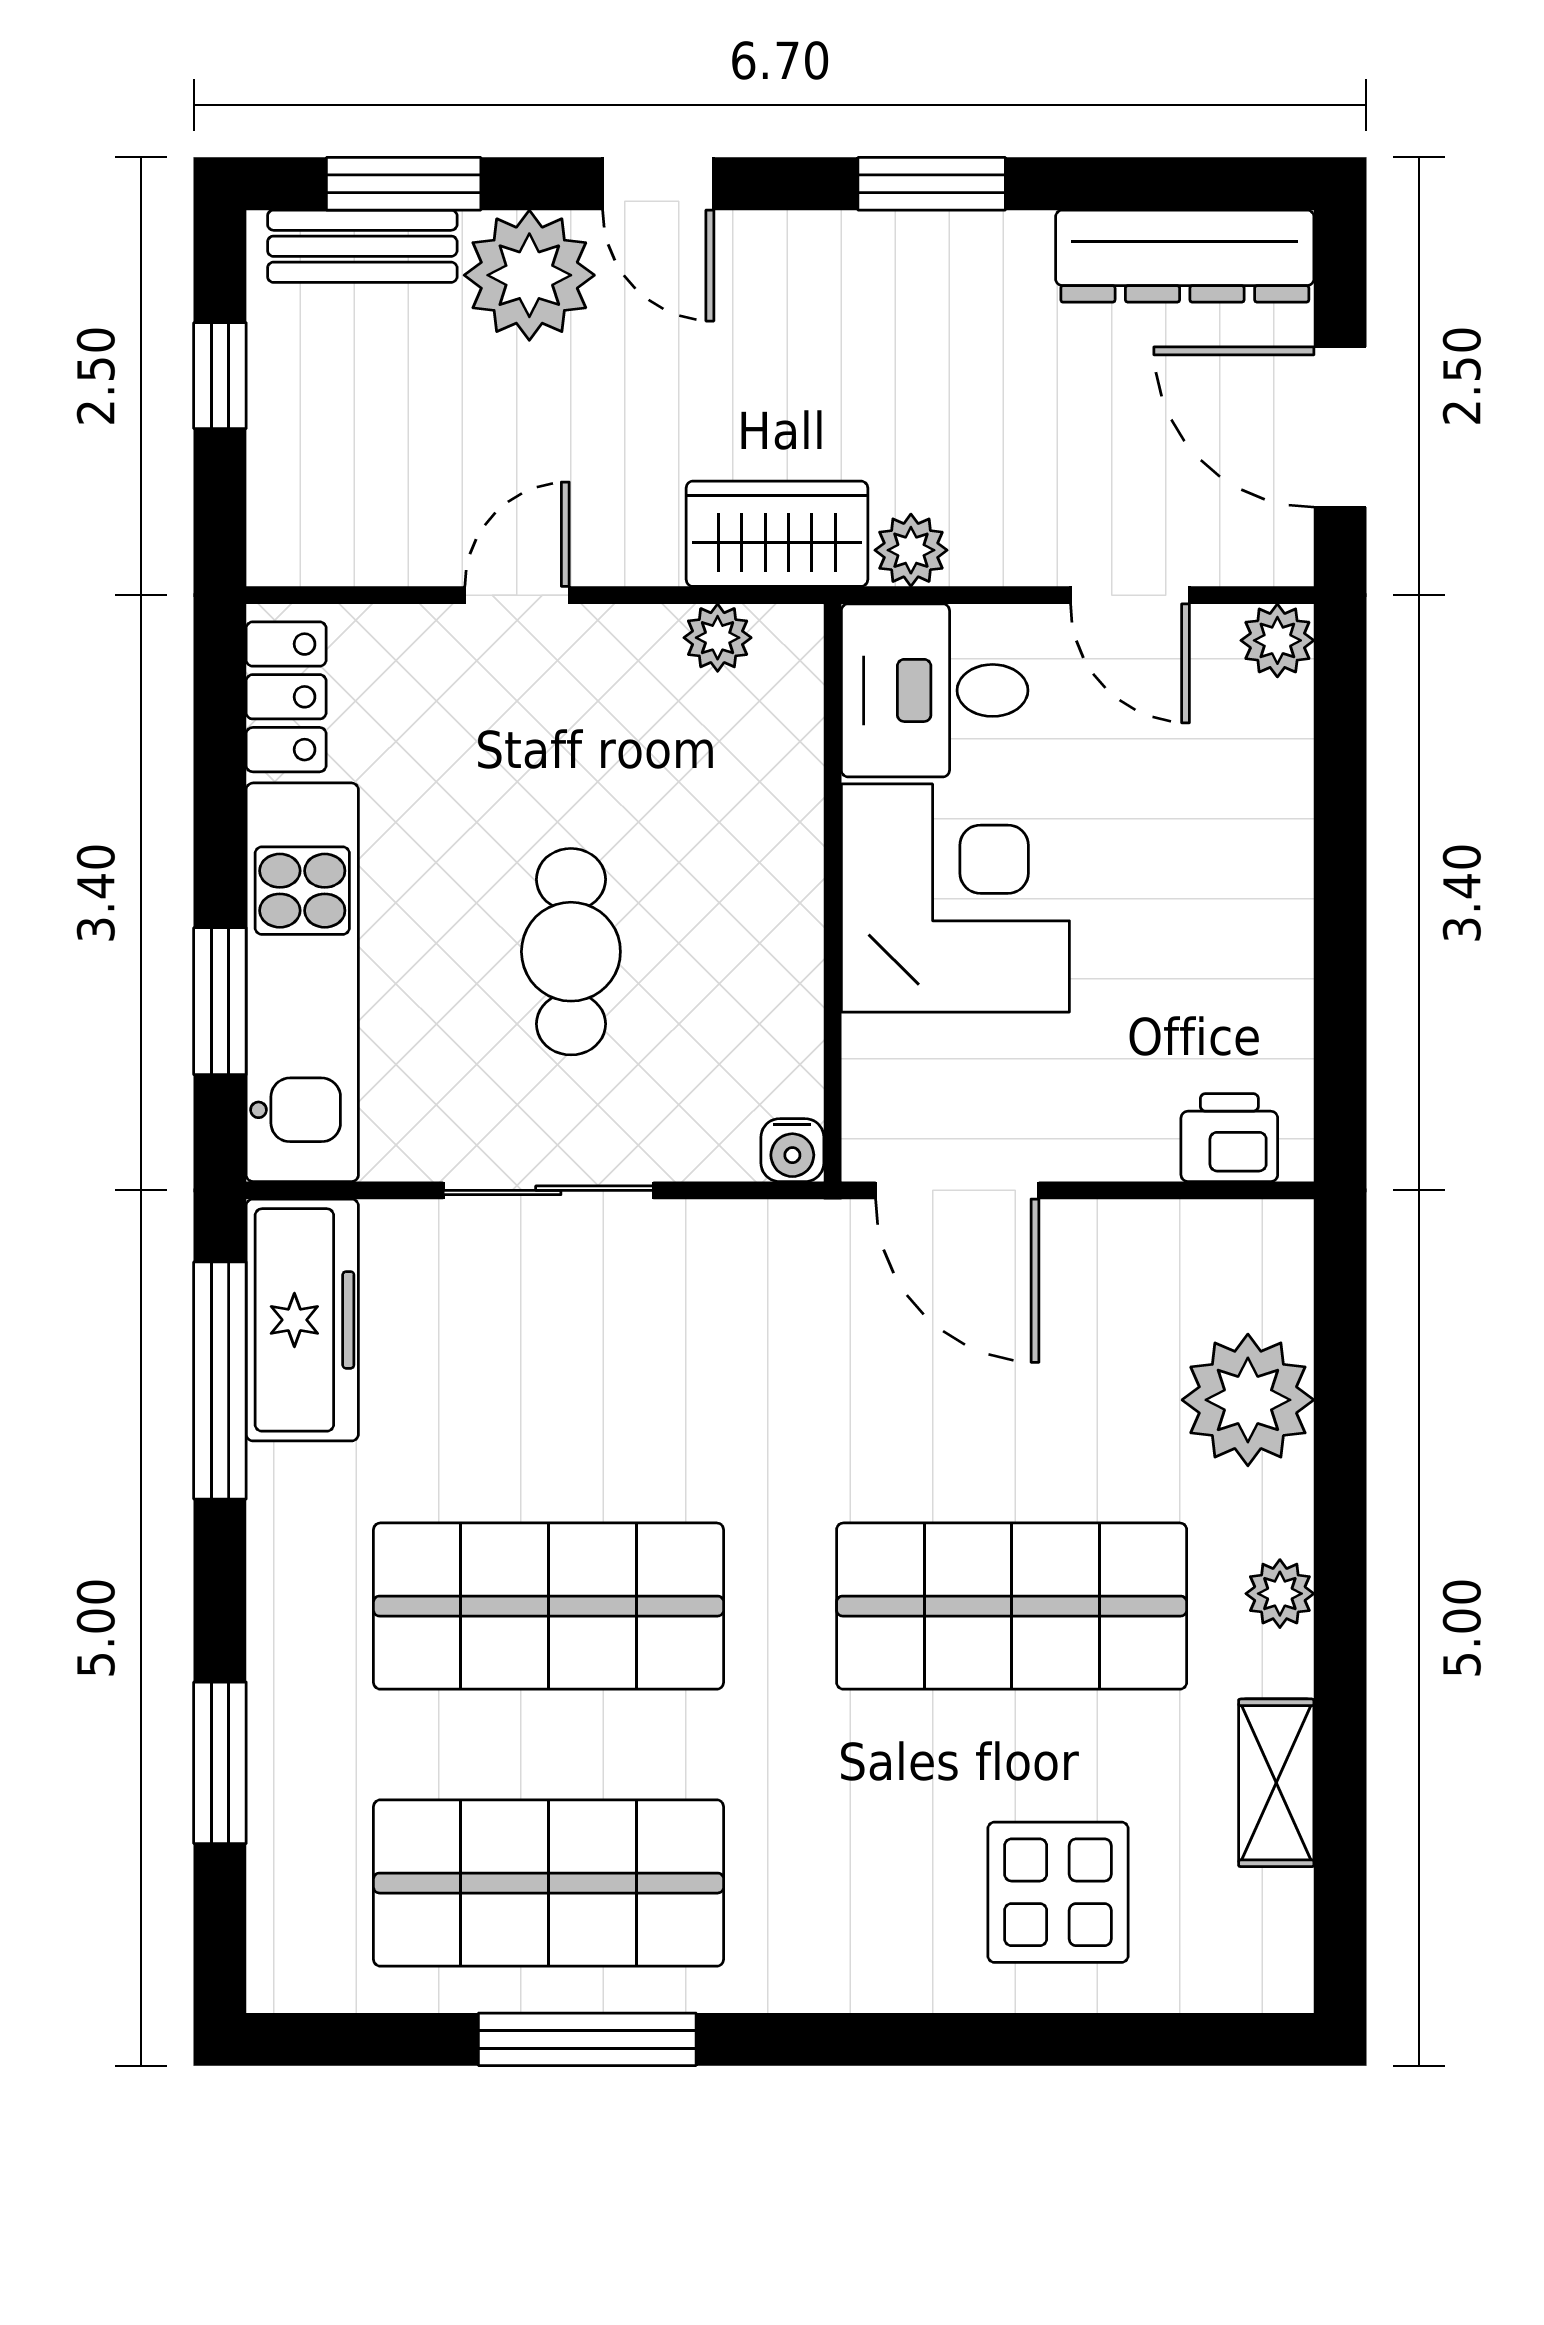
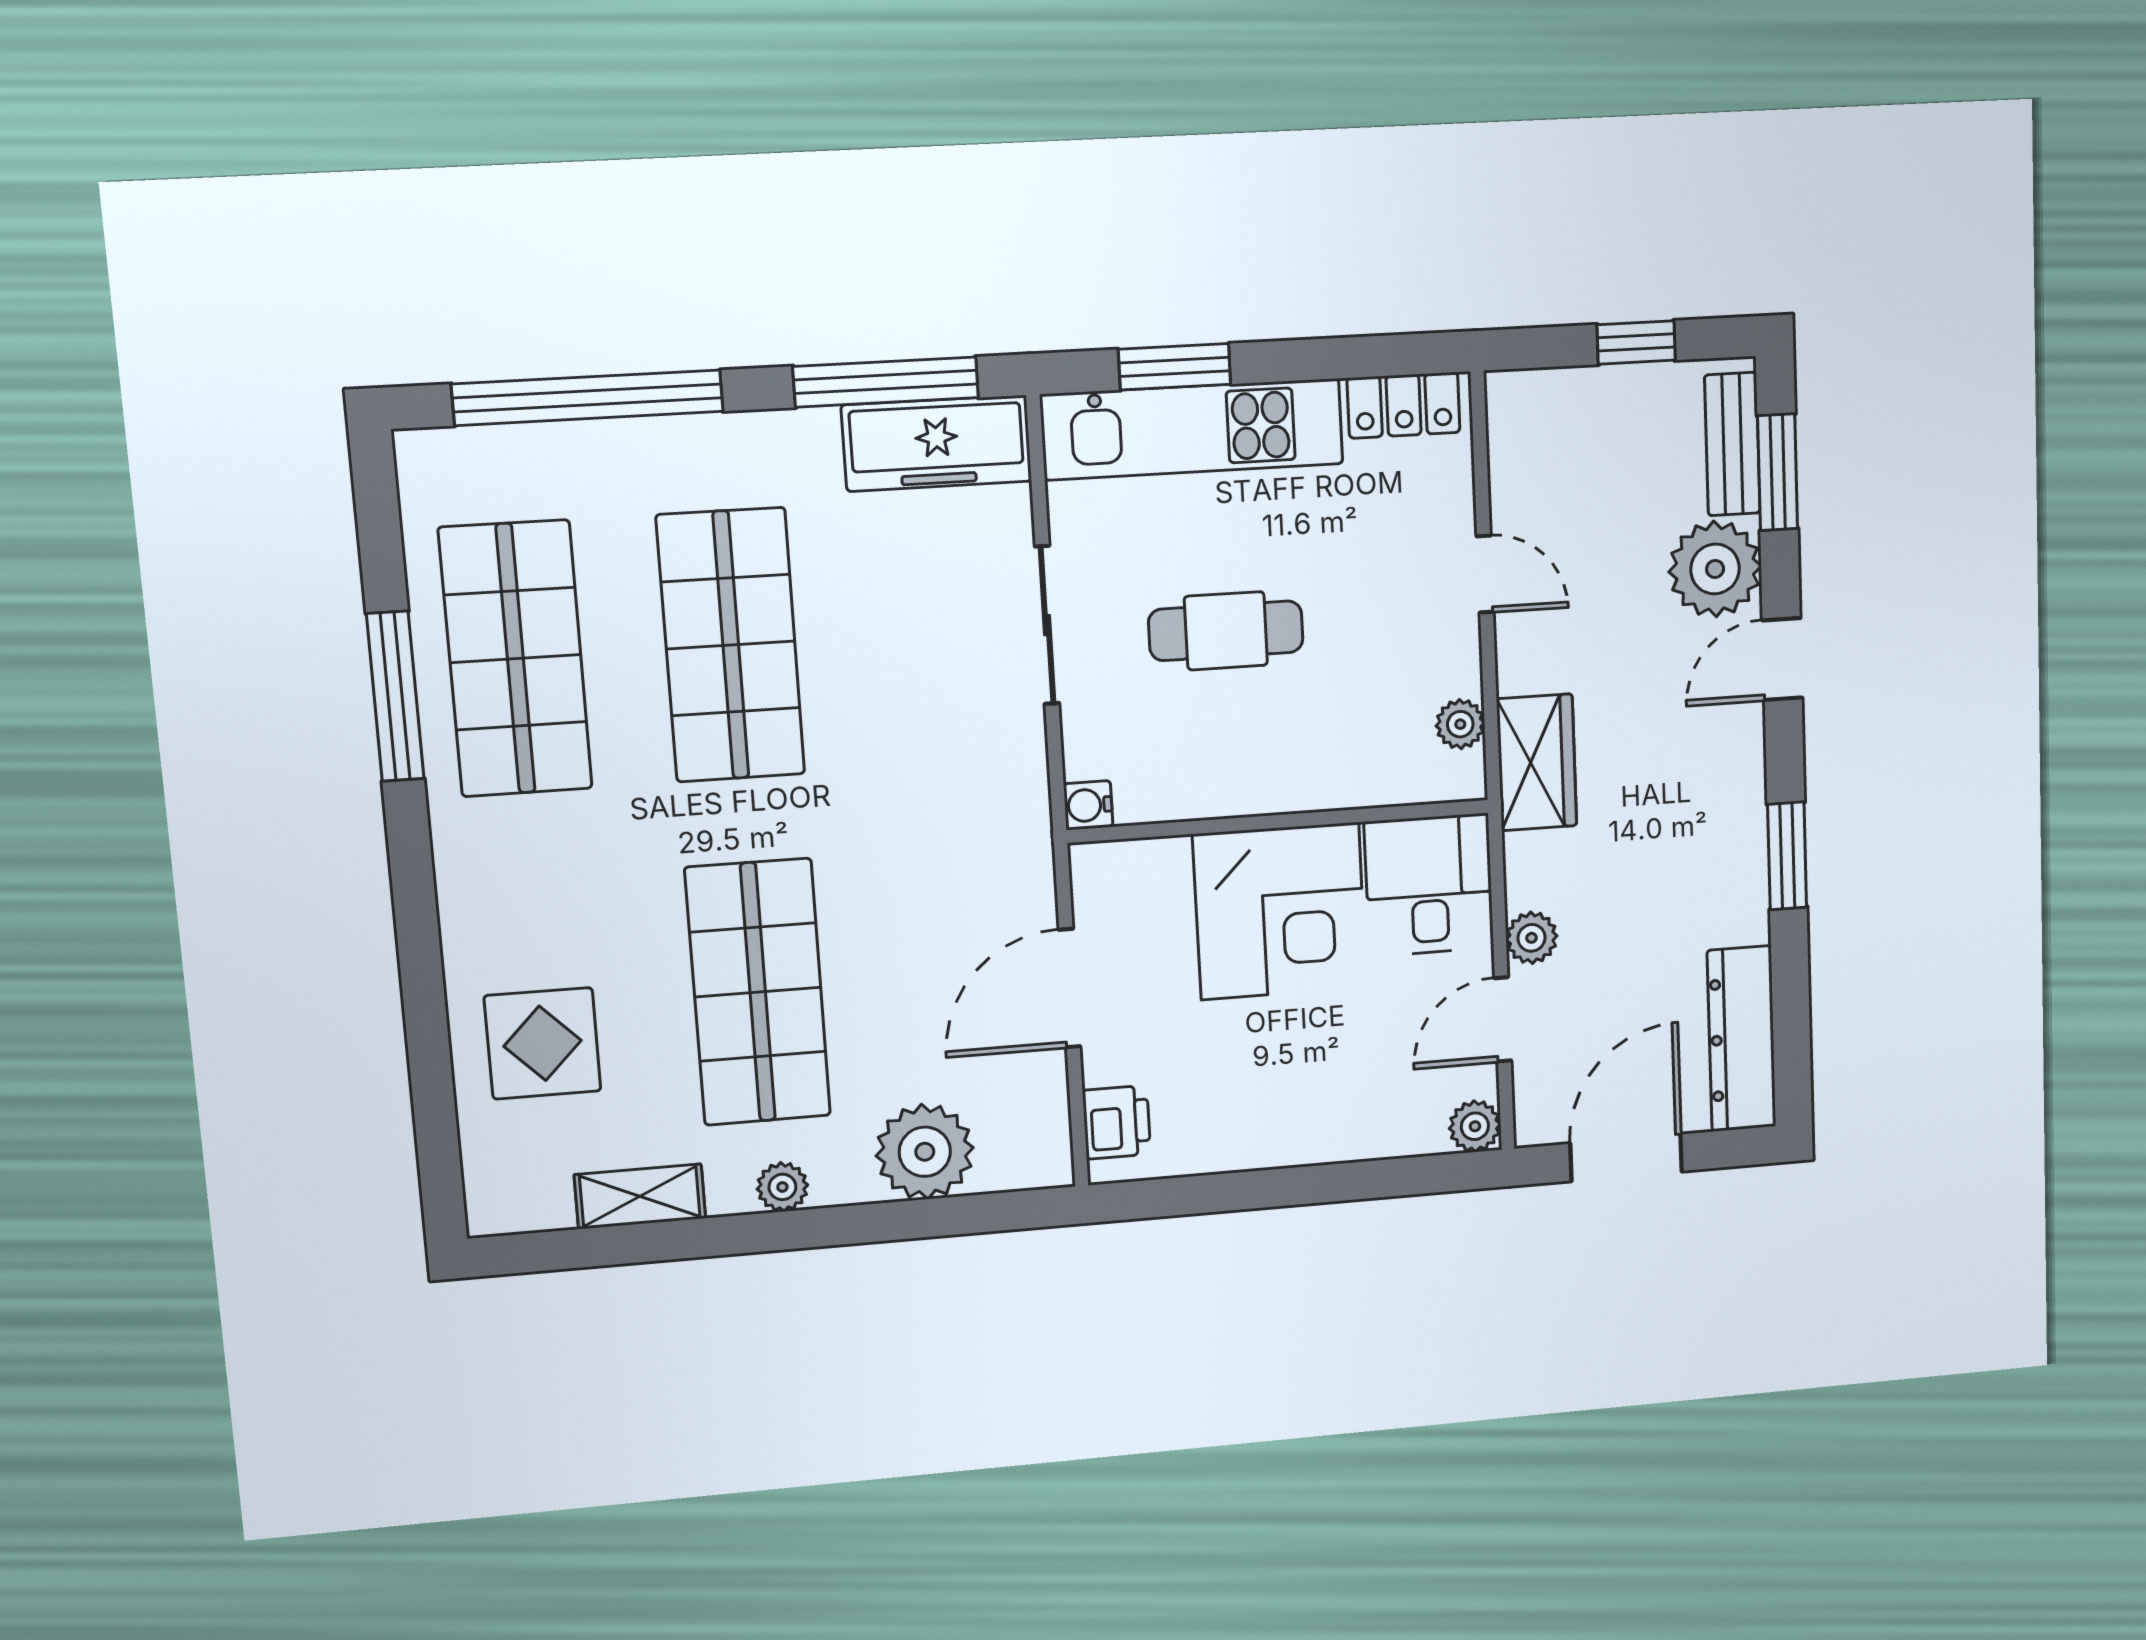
plant: (911, 550) -> (1532, 938), moved
door: (957, 1190) -> (1070, 988), moved
window: (220, 1763) -> (588, 398), width x2.11

